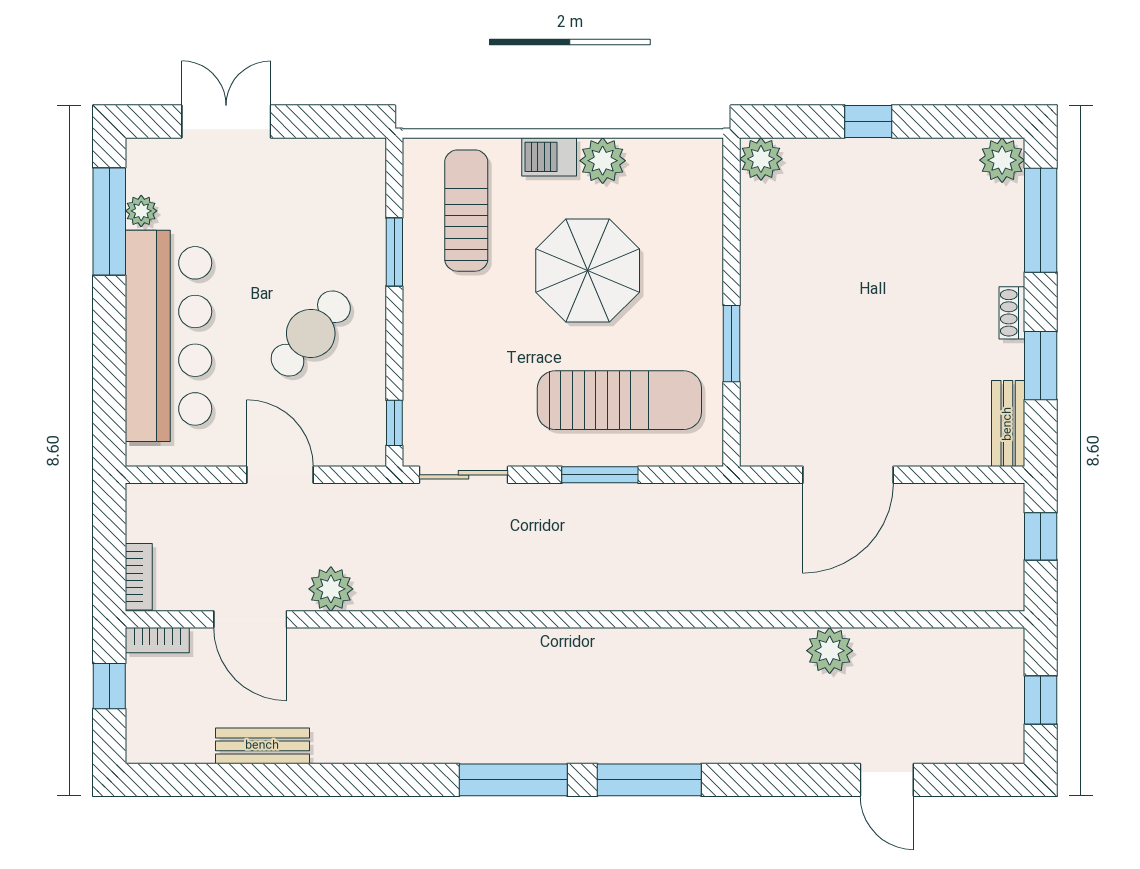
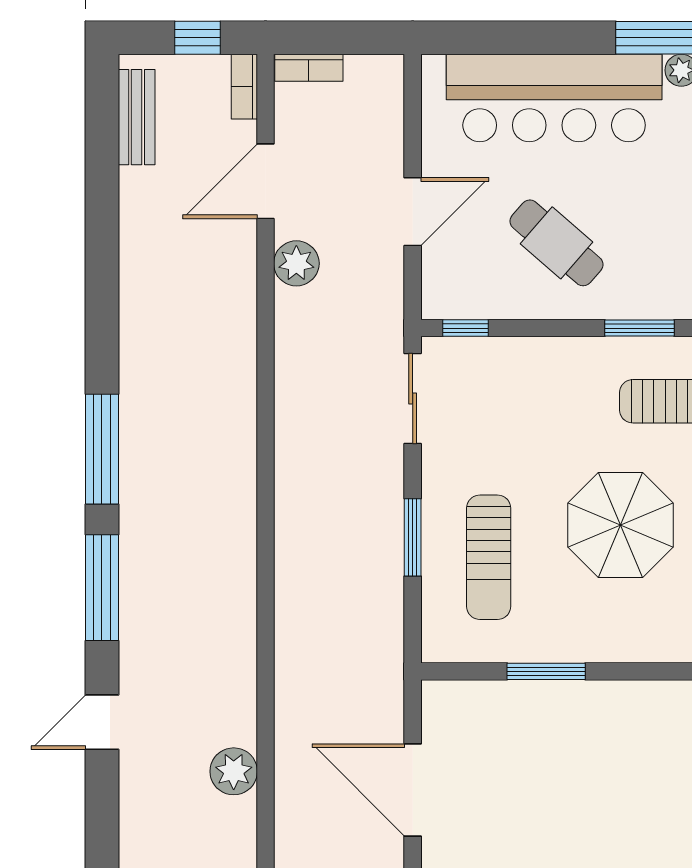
sun lounger: (619, 400) -> (489, 557), width x0.73, depth x0.75
bench: (262, 746) -> (137, 117), moved
door: (887, 780) -> (102, 722), moved

